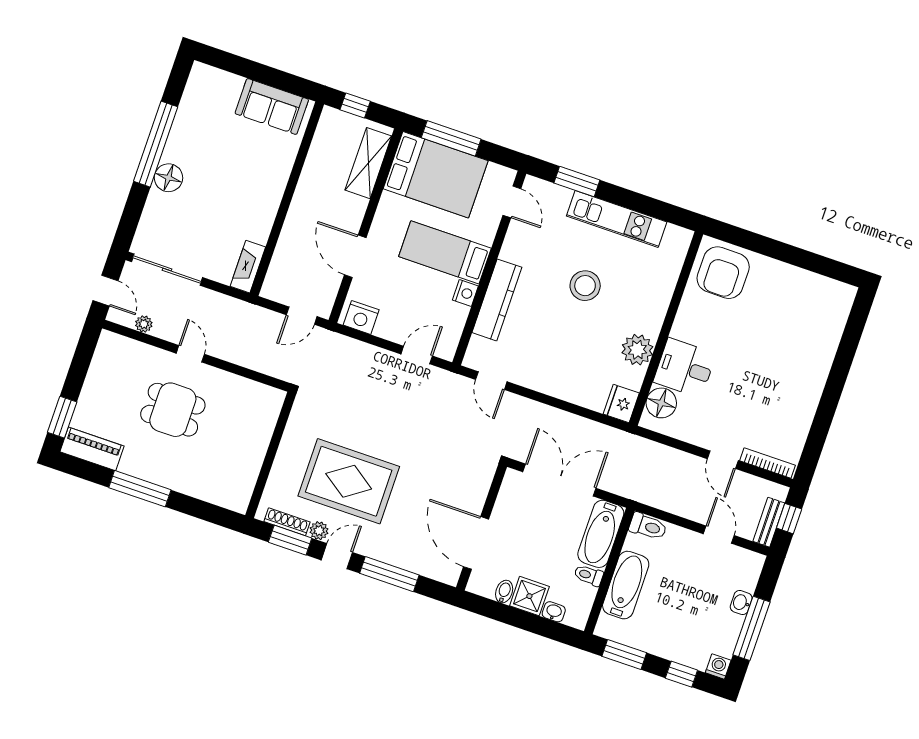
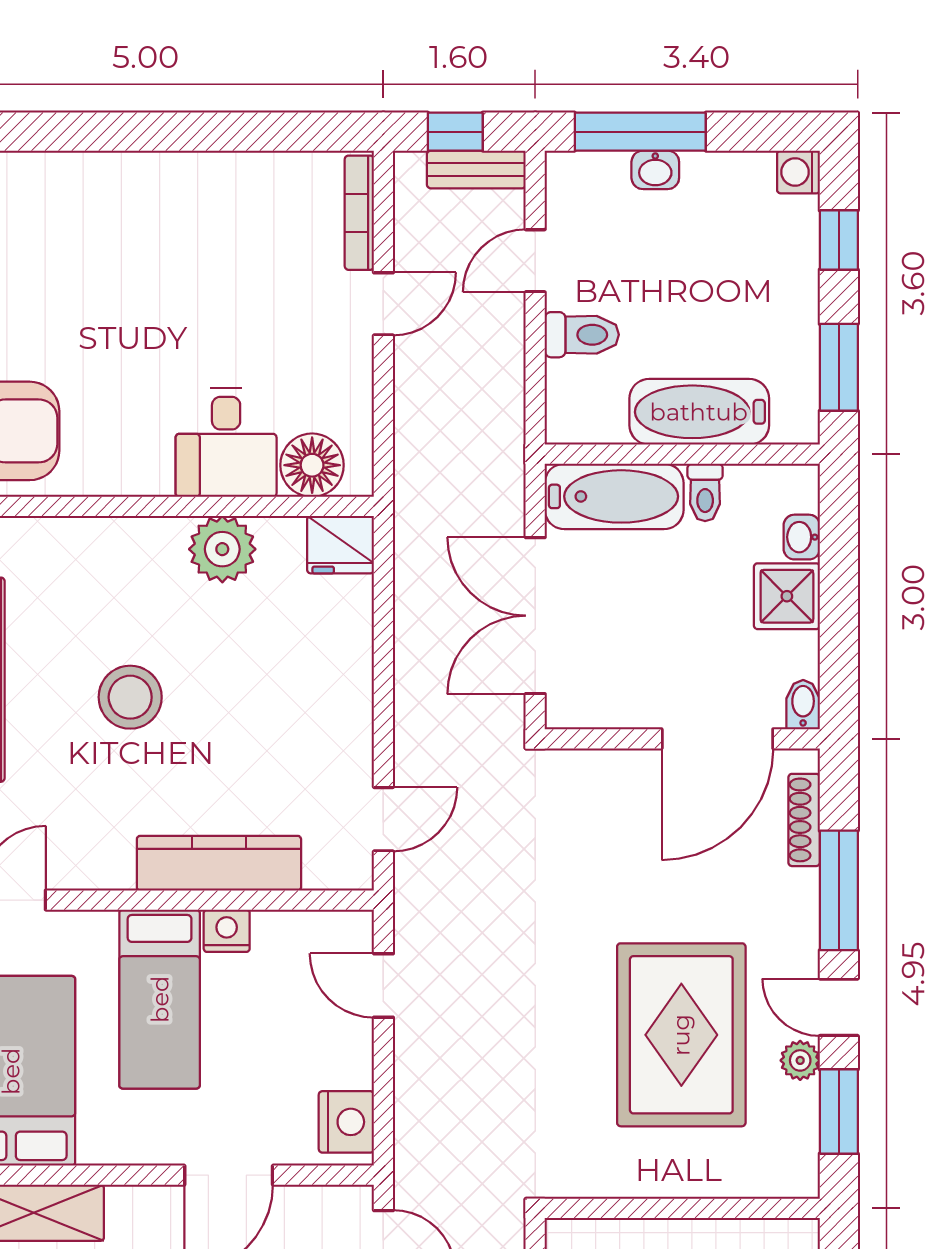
shoe rack: (287, 522) -> (804, 820), moved
toilet: (648, 526) -> (582, 335), moved, turned 90
bidet: (504, 592) -> (803, 705), moved, turned 90
window: (751, 628) -> (640, 132), moved

